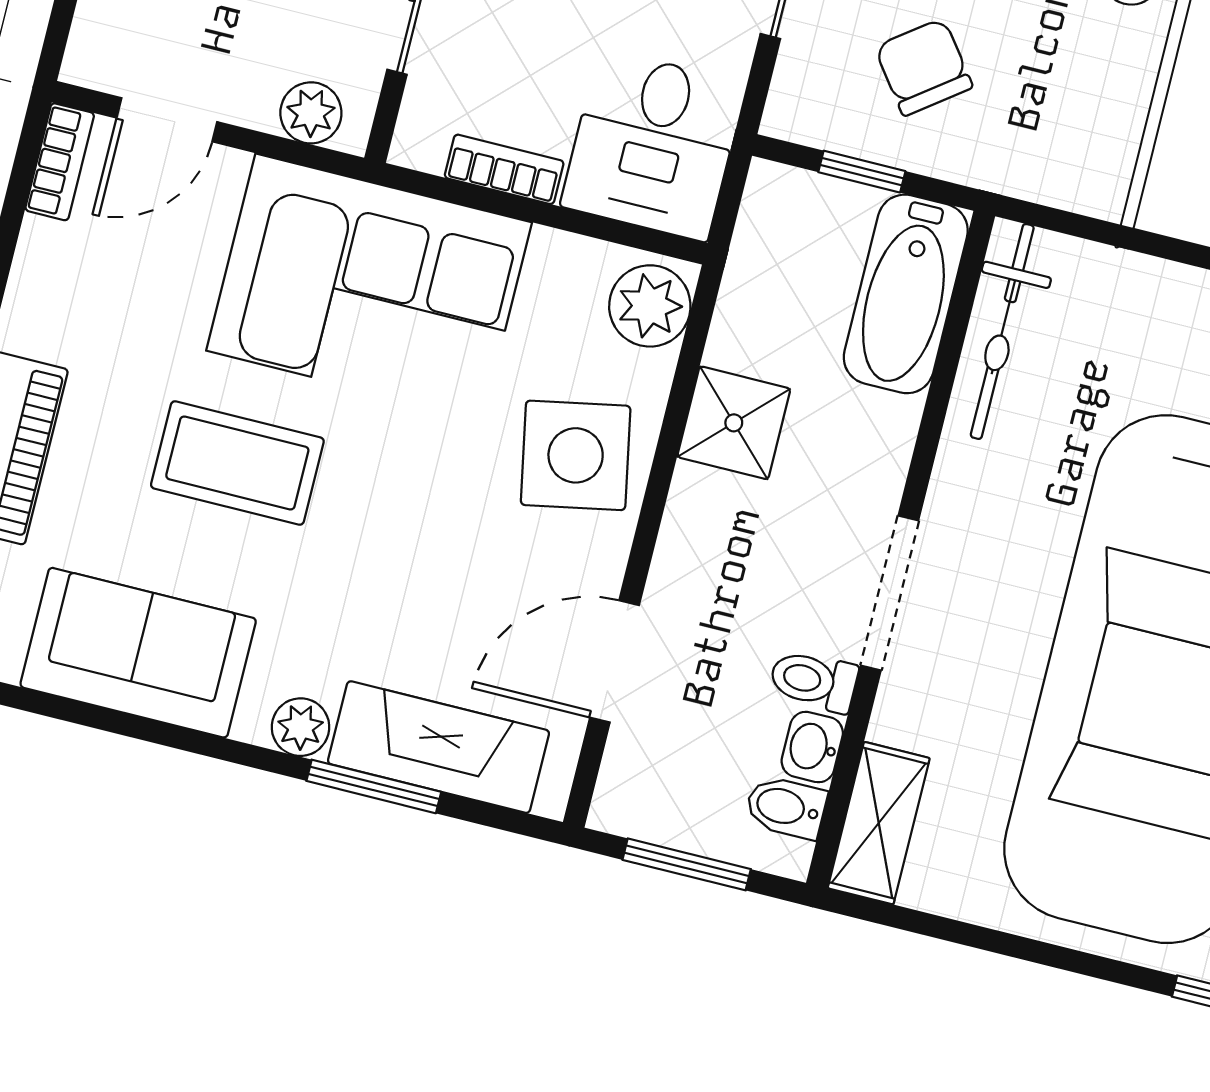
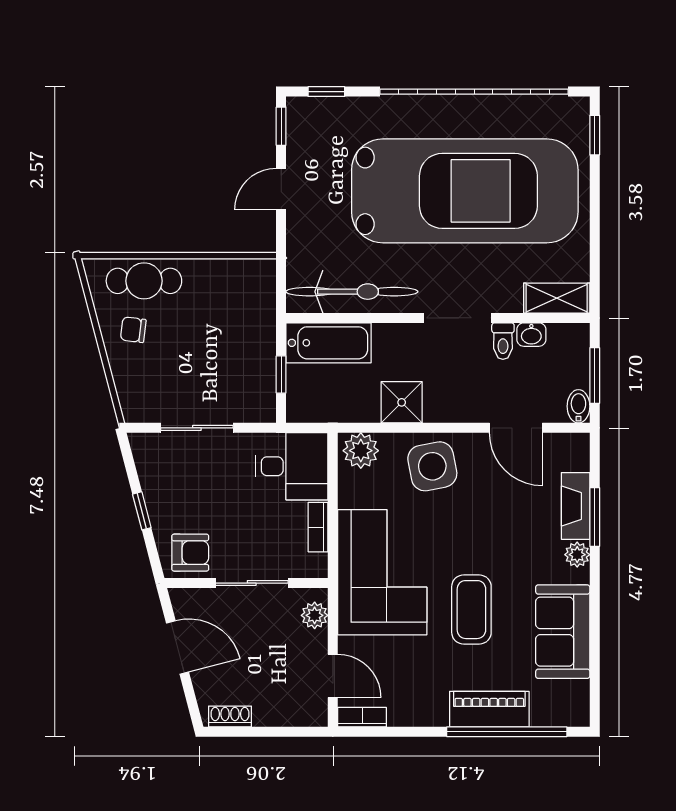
chair: (924, 67) -> (230, 359), removed
bicycle: (1002, 331) -> (352, 292), width x1.37, depth x1.40
fireplace: (439, 747) -> (576, 506), width x0.73, depth x0.76
bidet: (786, 807) -> (578, 406), moved, turned 180

